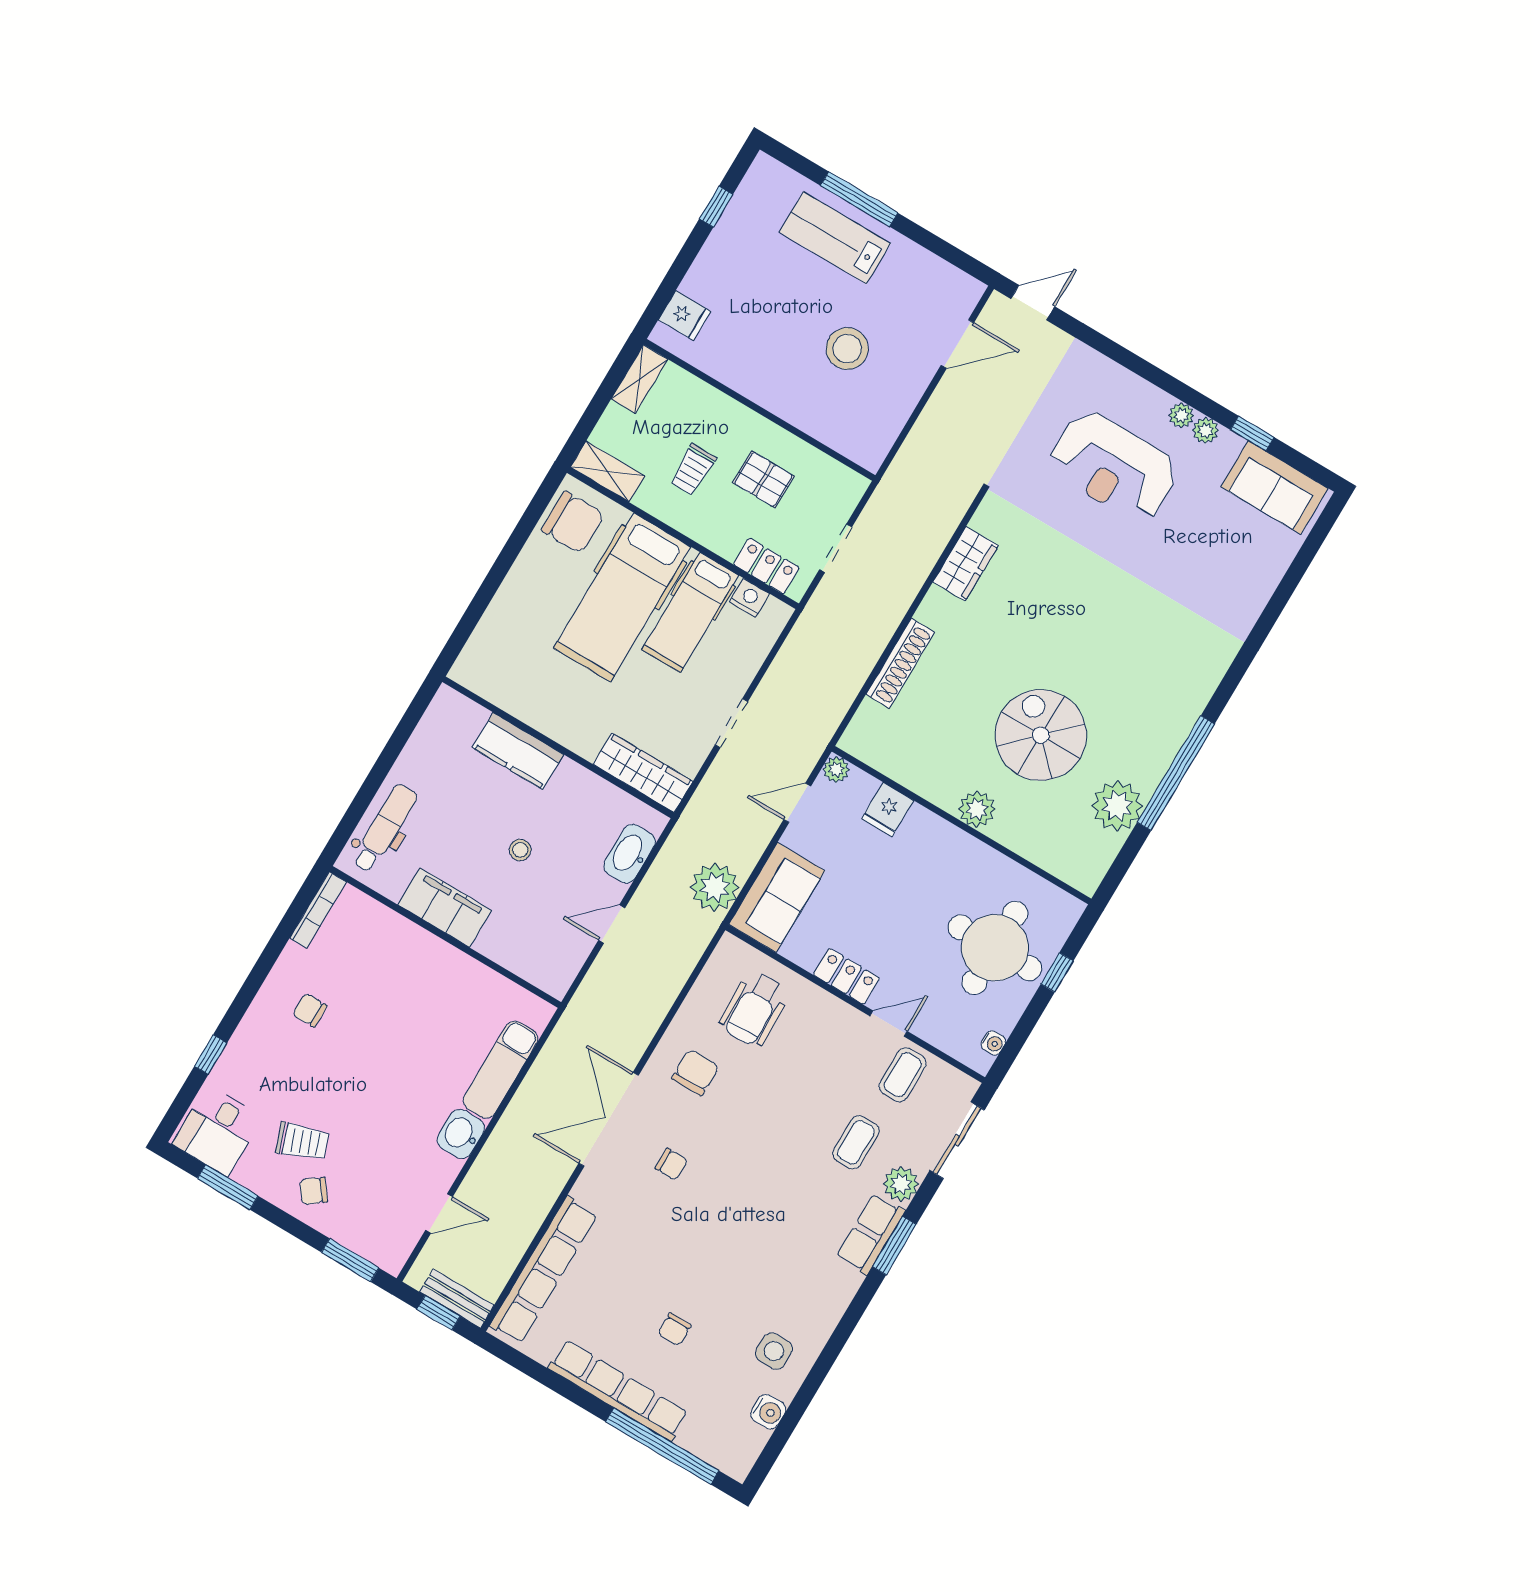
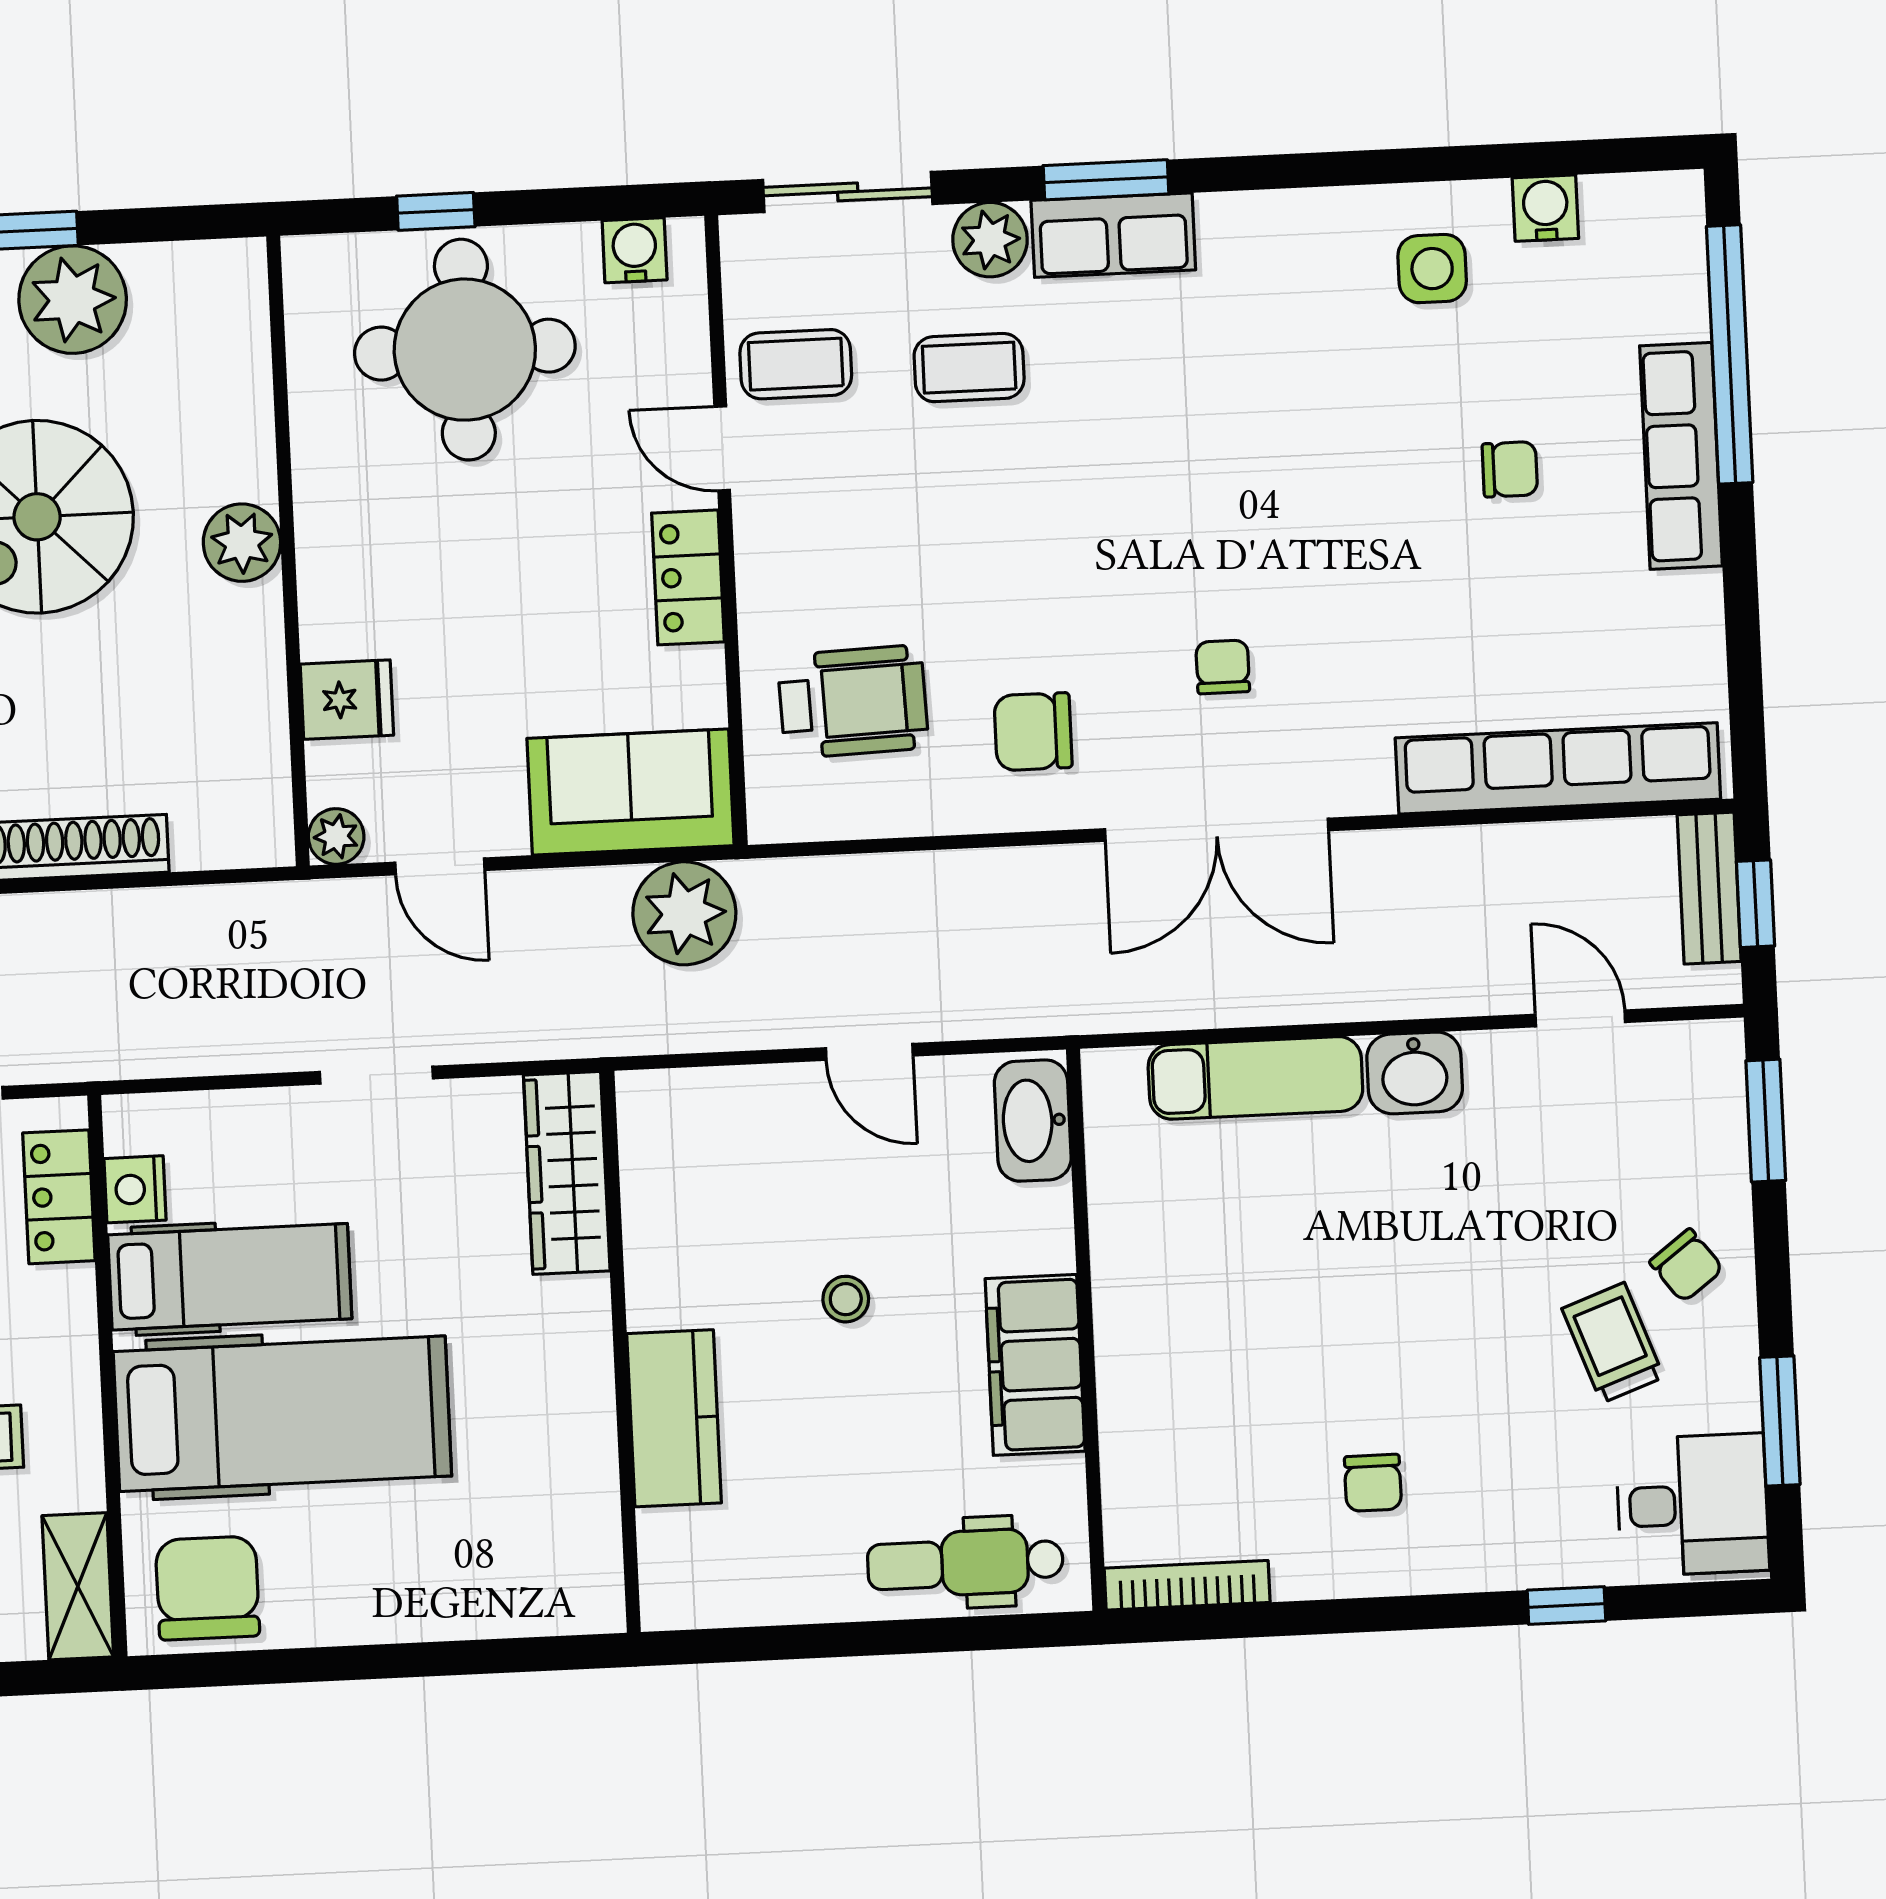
washbasin: (630, 854) -> (1033, 1121), moved, turned 90
water cooler: (993, 1043) -> (635, 250), width x1.38, depth x1.38
row of seats: (618, 1391) -> (1681, 456), width x0.73

